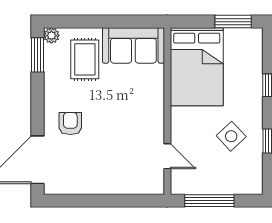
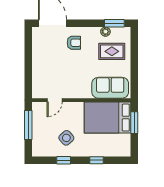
window: (233, 22) -> (134, 123), moved
plant: (51, 36) -> (105, 32), moved
sofa: (133, 45) -> (110, 88), moved, turned 90

